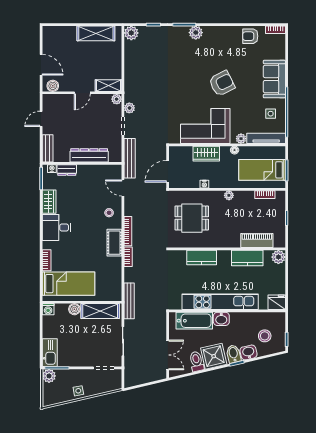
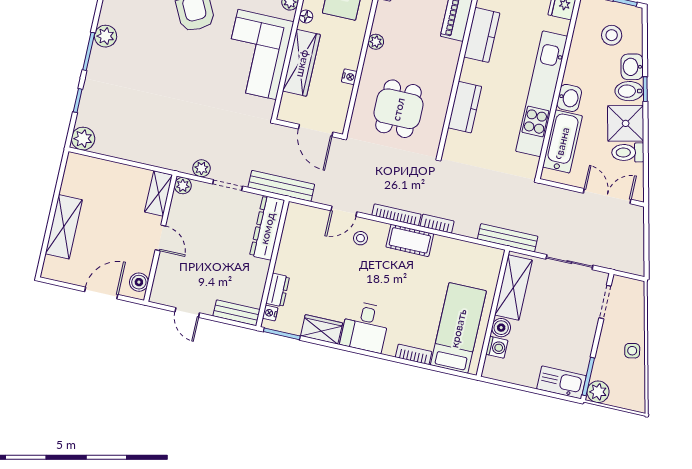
shelving: (96, 33) -> (64, 227), moved
wardrobe: (206, 154) -> (301, 63), width x1.50
dresser: (89, 155) -> (267, 228), moved
door: (123, 188) -> (344, 211), moved
washing machine: (48, 309) -> (497, 347), moved

